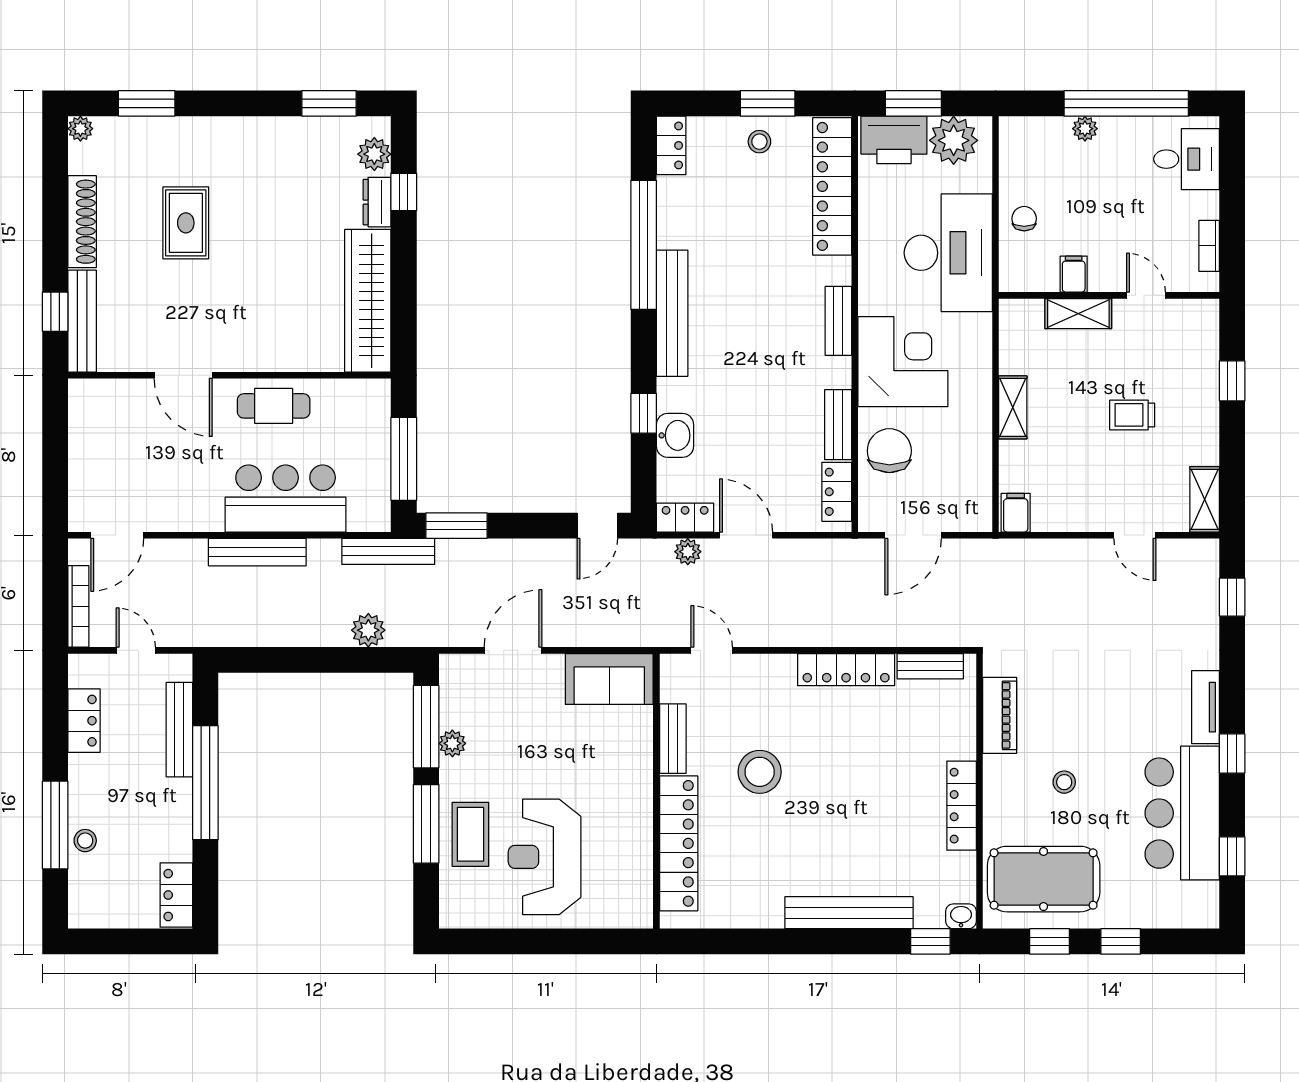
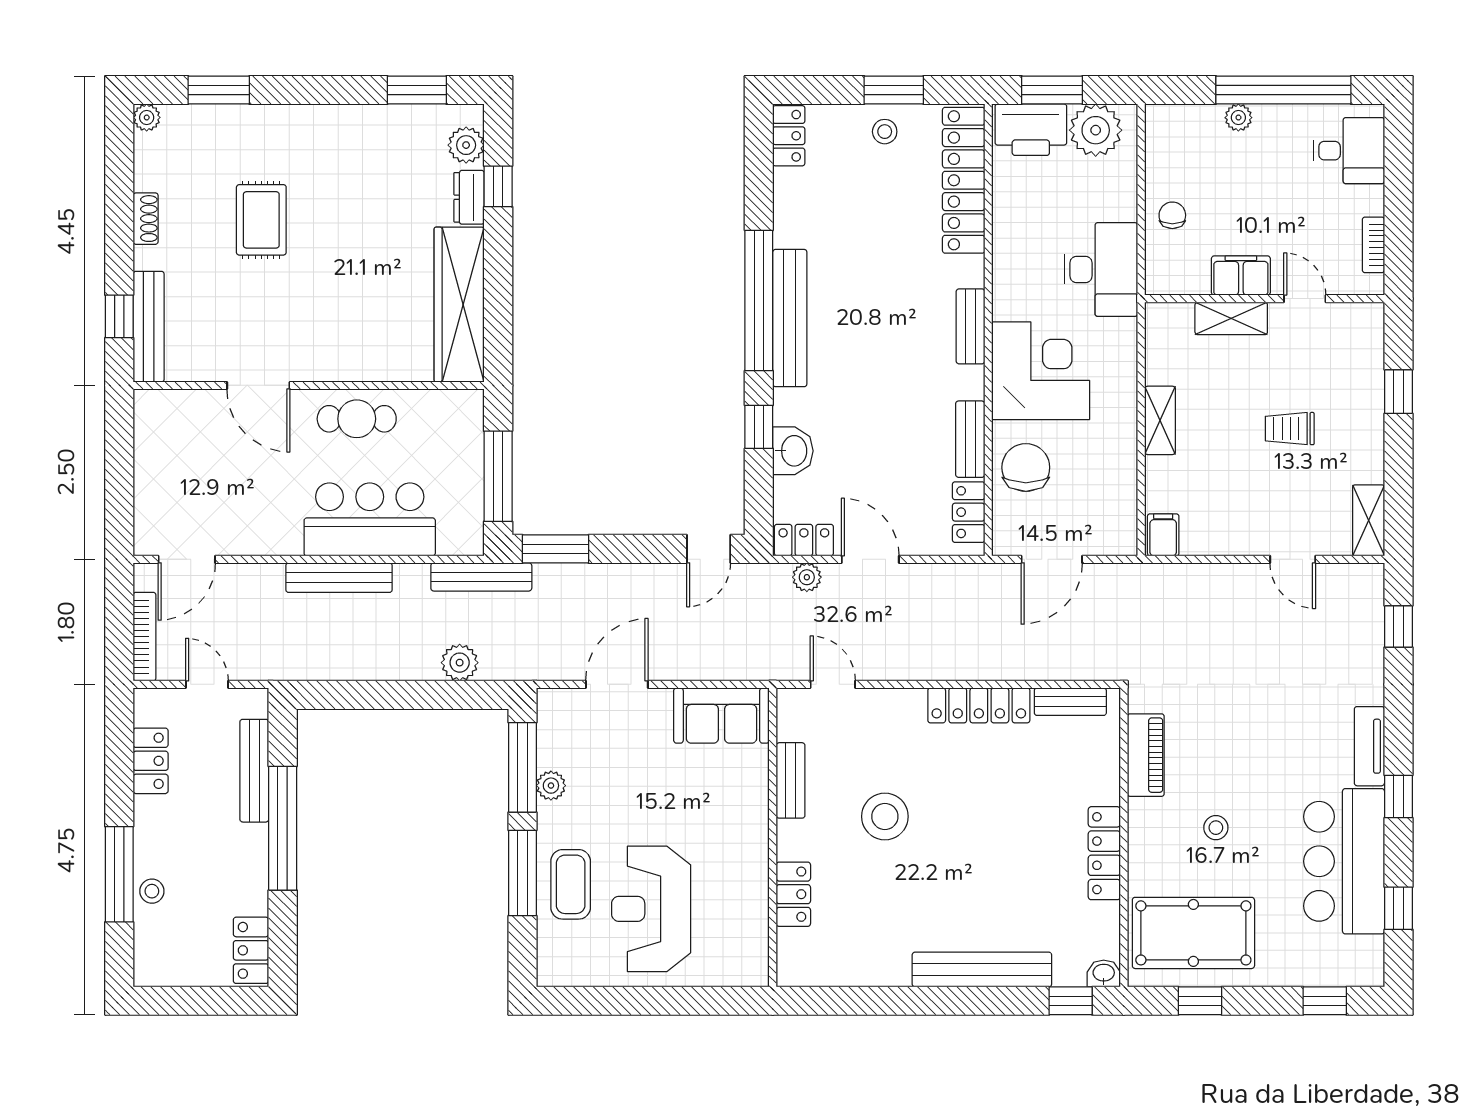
shoe rack: (82, 222) -> (146, 219), width x0.51, depth x0.81
window: (644, 245) -> (759, 301), moved
desk: (948, 253) -> (1101, 269), width x0.73, depth x0.77
filing cabinet: (1074, 274) -> (1241, 276), width x2.00
locker: (679, 843) -> (793, 894), width x0.46, depth x0.83
window: (1121, 941) -> (1325, 1001), moved

